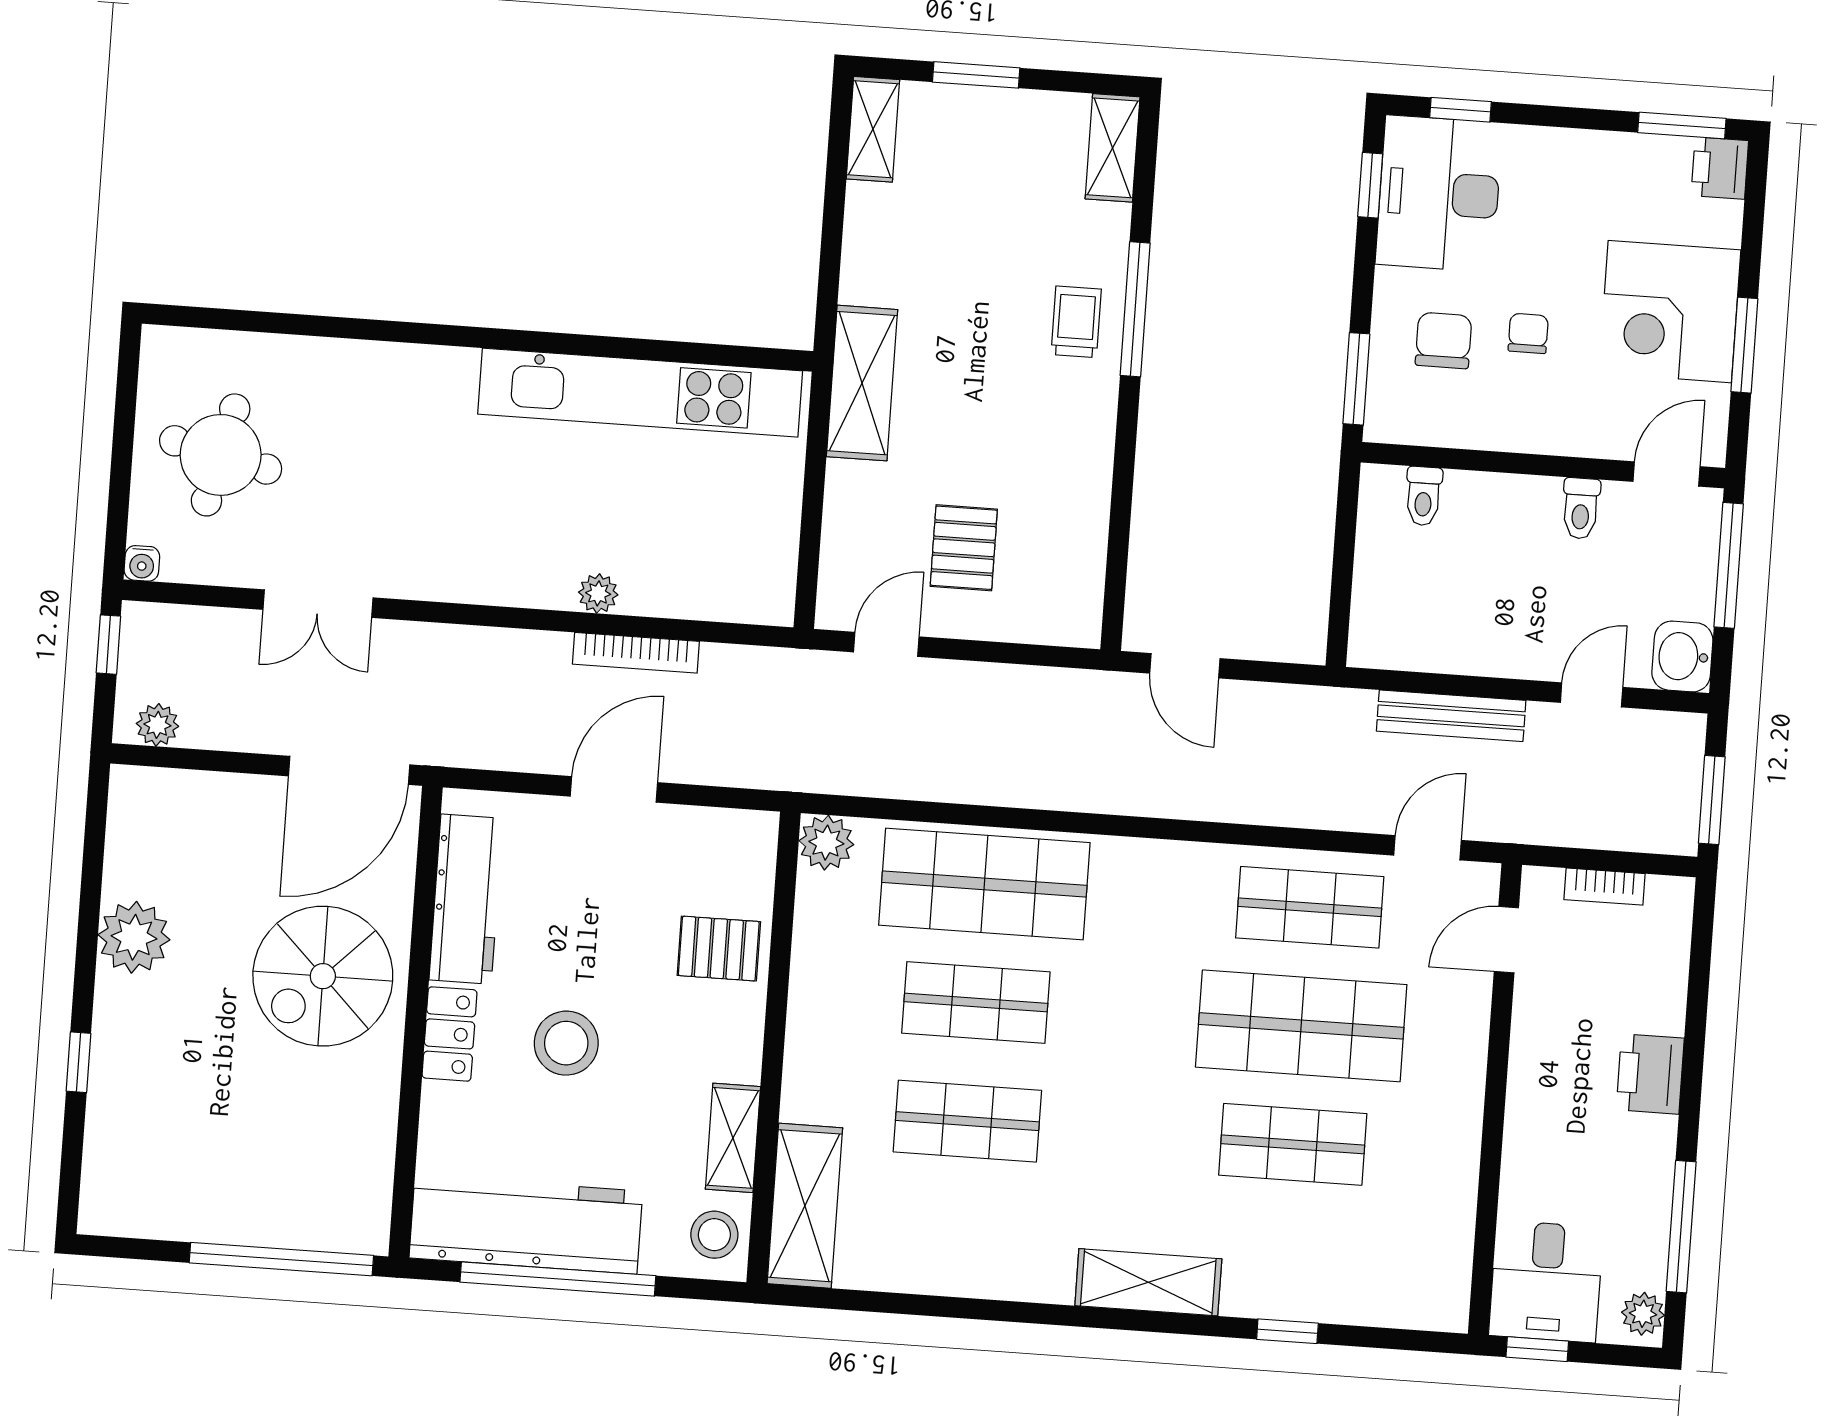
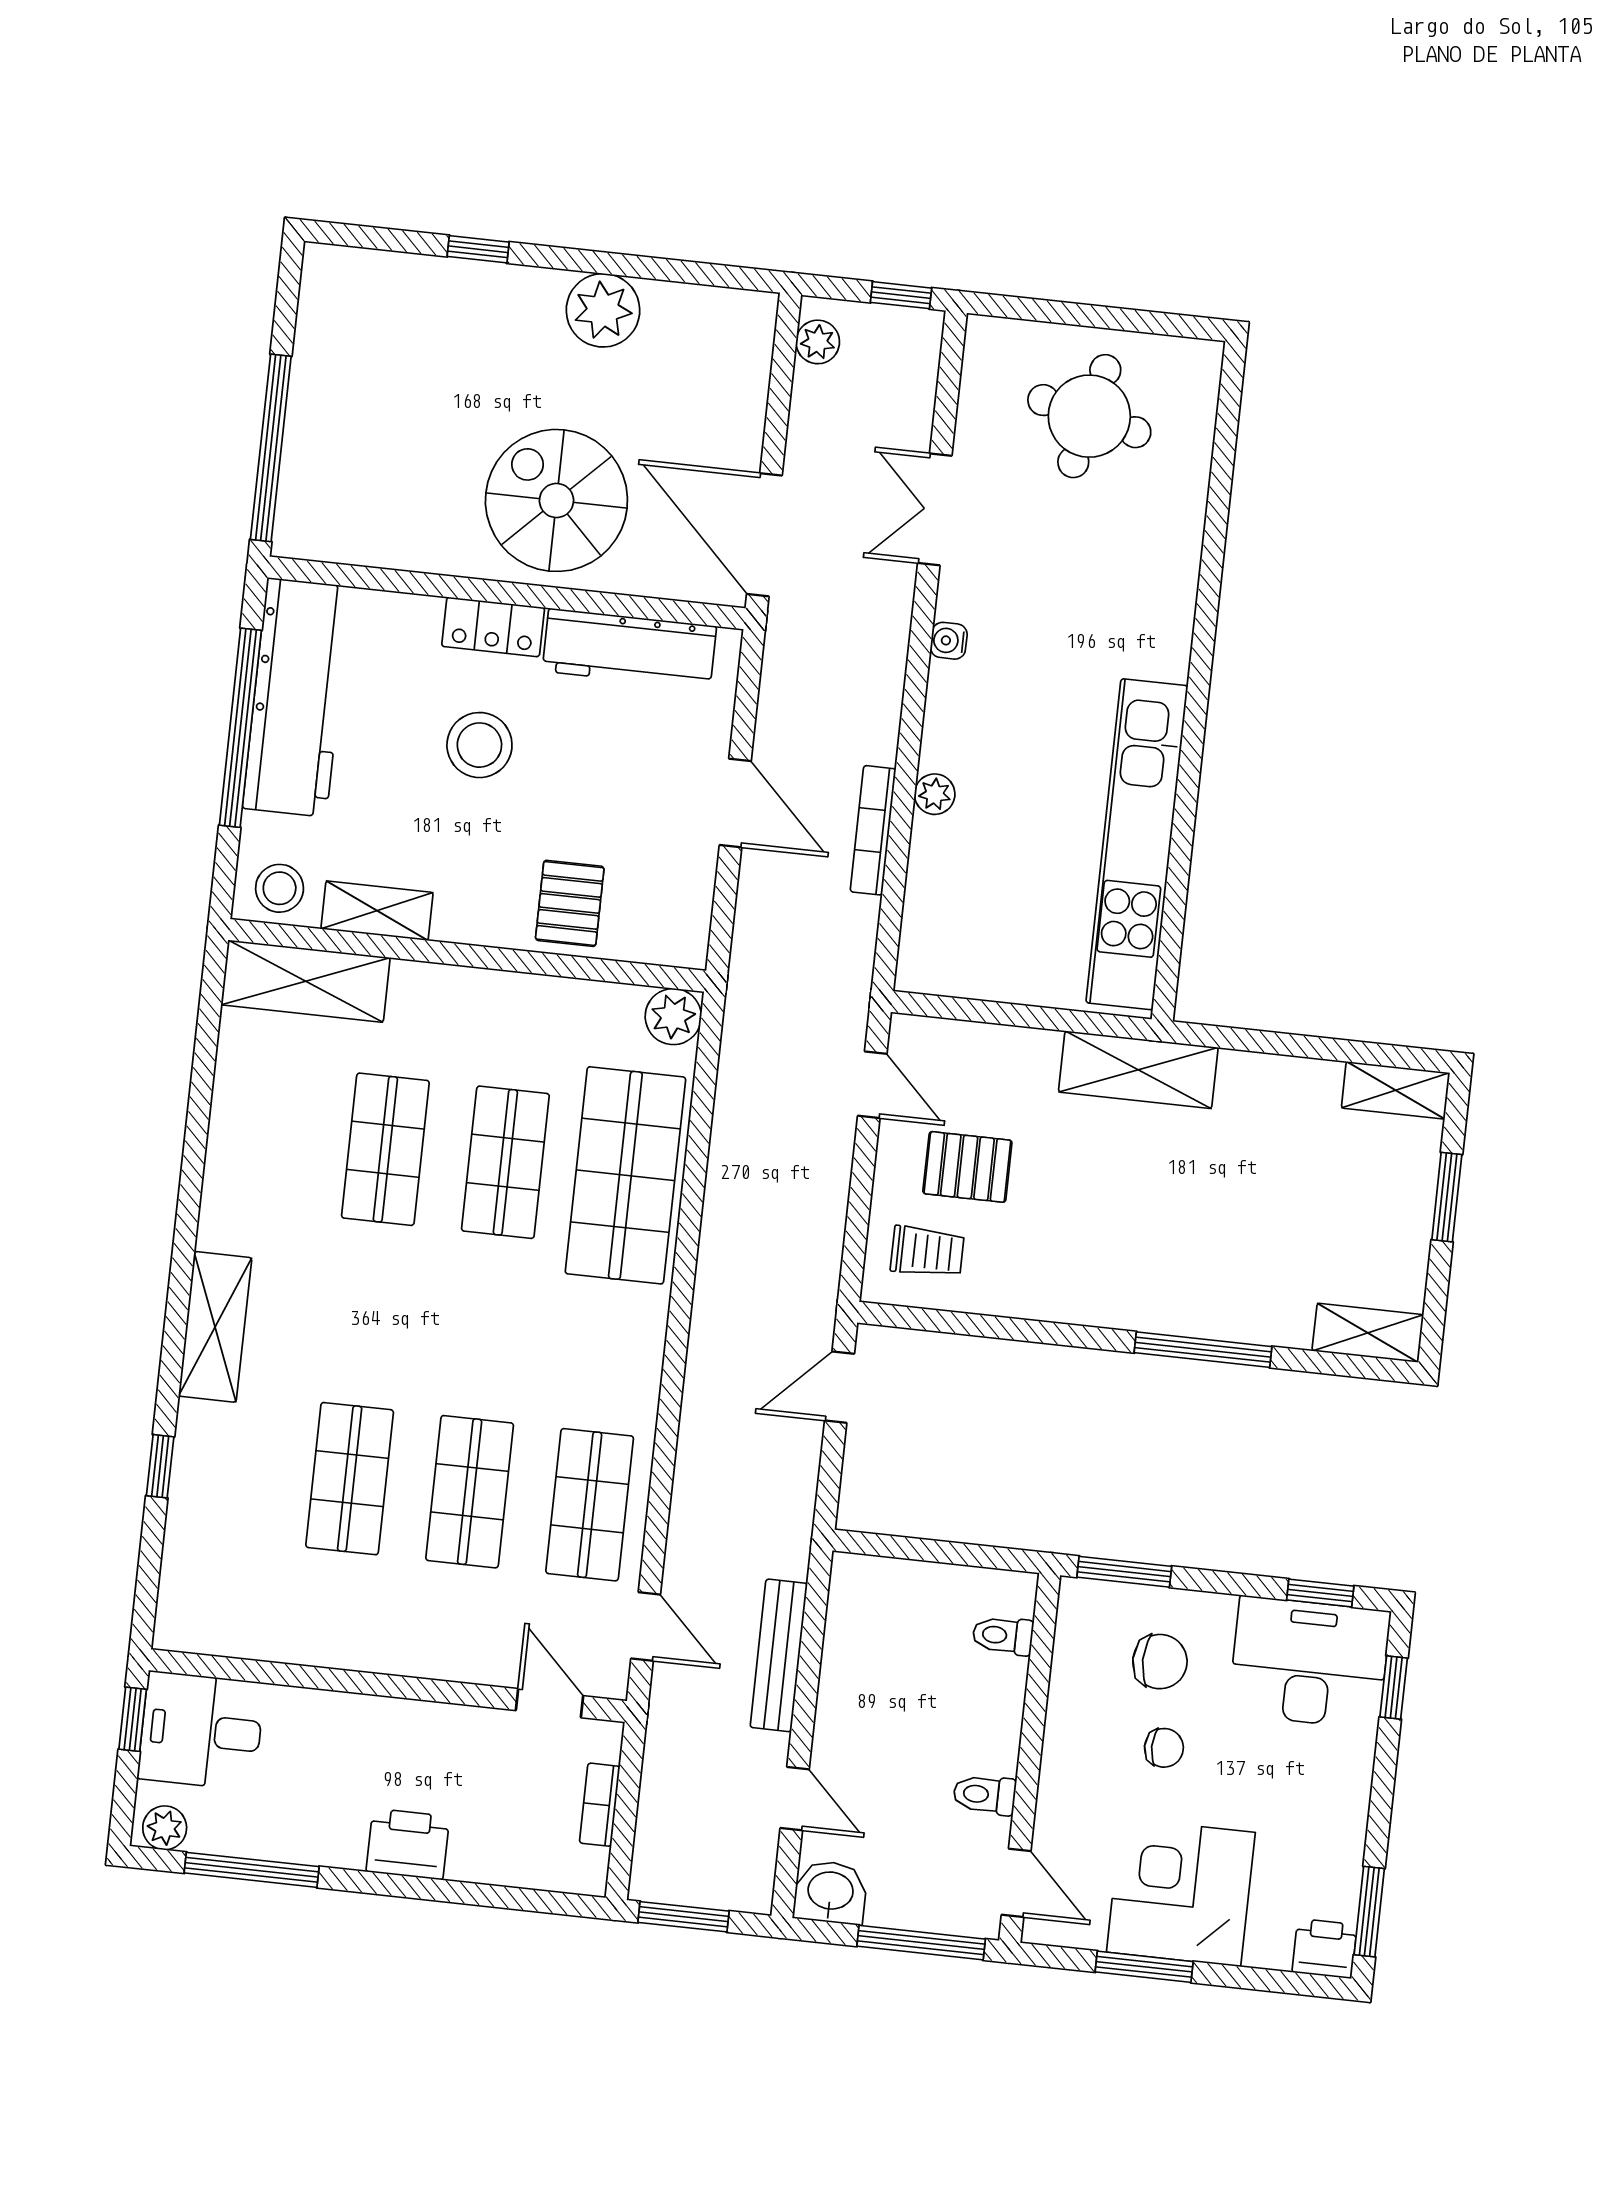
trolley: (1076, 322) -> (927, 1252), moved
water cooler: (142, 563) -> (949, 641), moved
shop shelf: (1301, 1026) -> (470, 1492), width x0.70, depth x0.74

